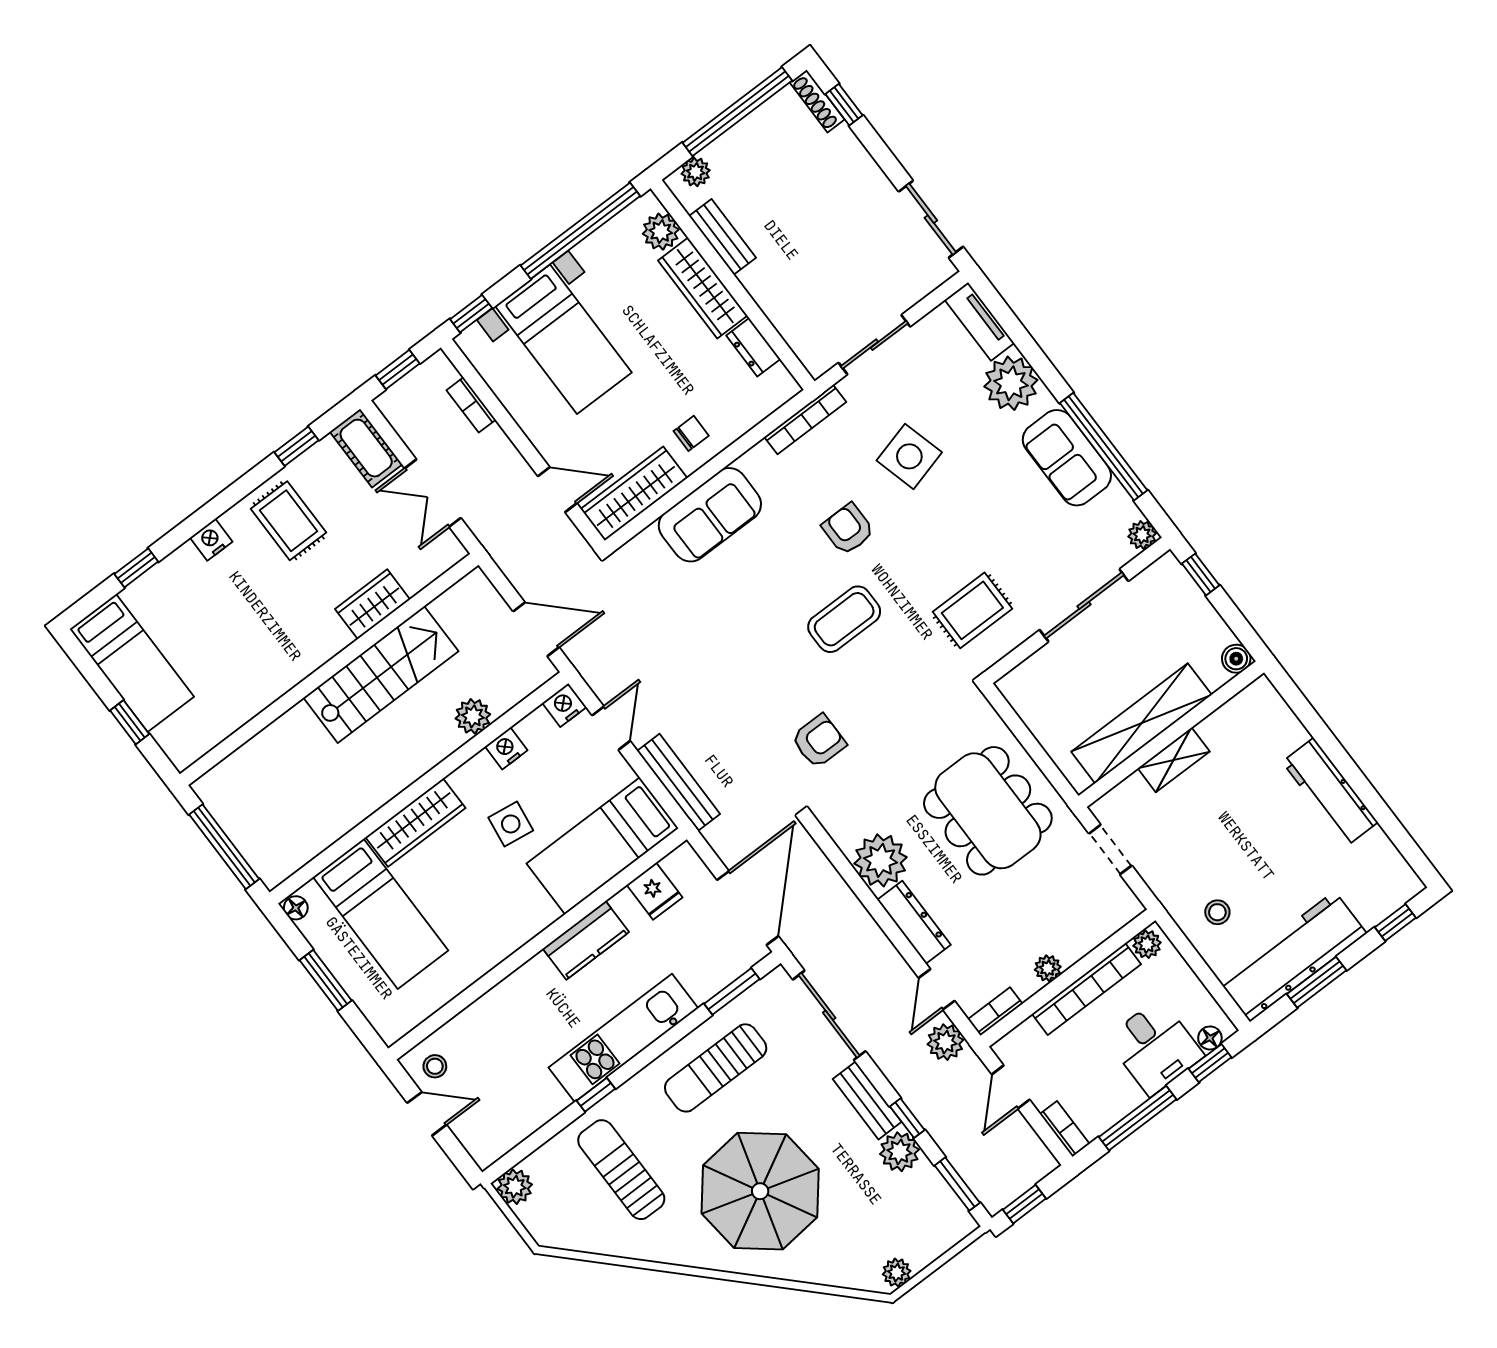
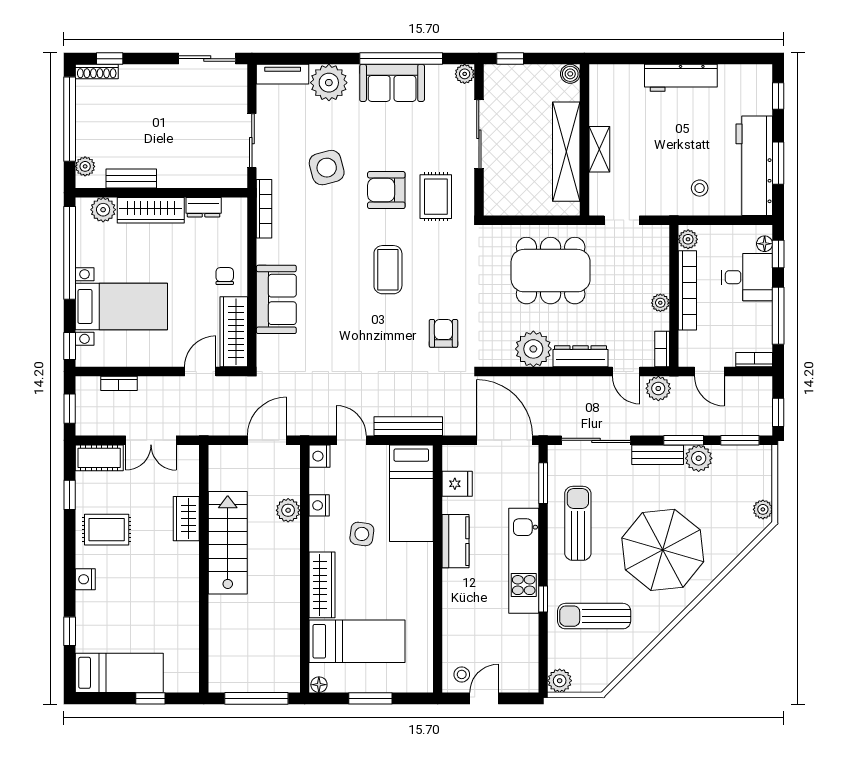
armchair: (848, 529) -> (386, 190), moved, width x1.38, depth x1.38
sun lounger: (716, 1068) -> (578, 523), turned 180
window: (907, 1118) -> (684, 440), width x1.50

